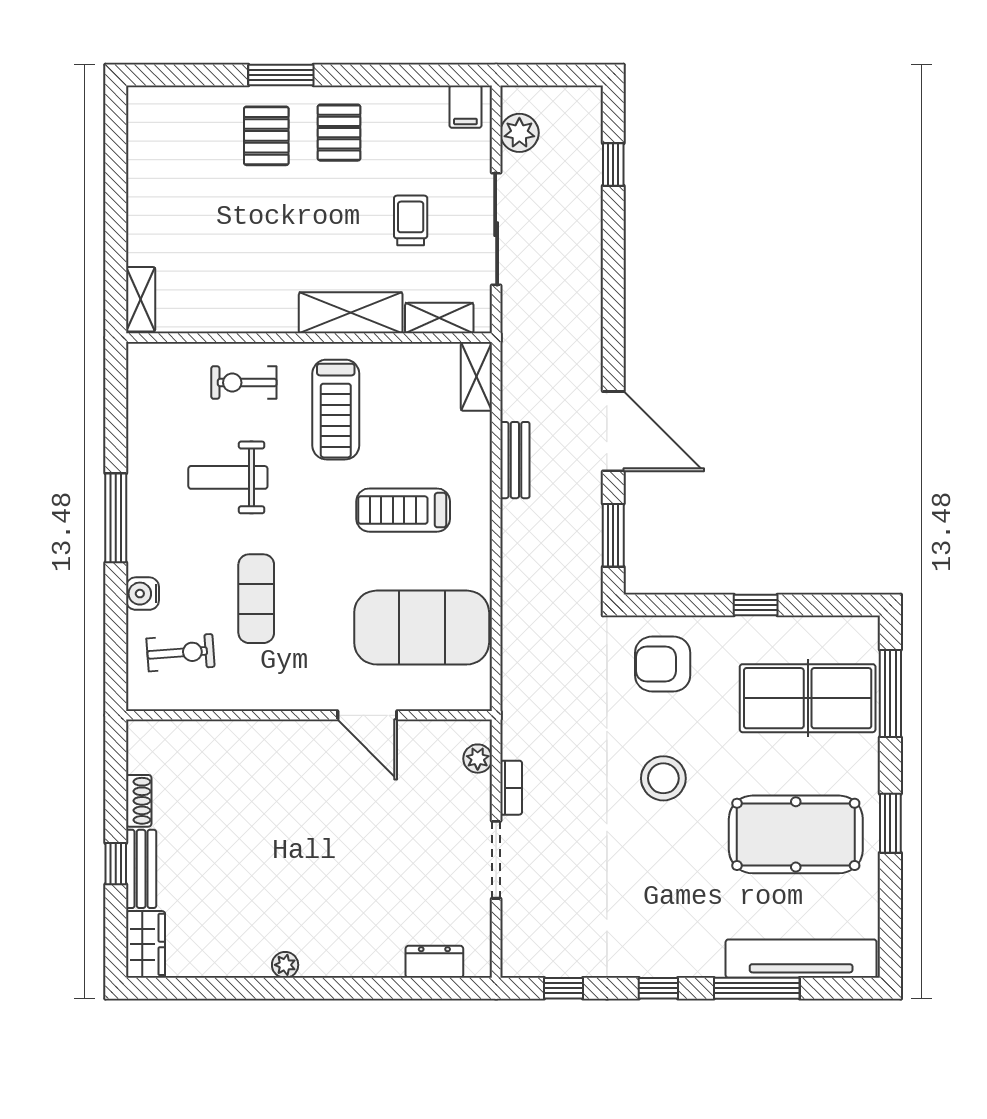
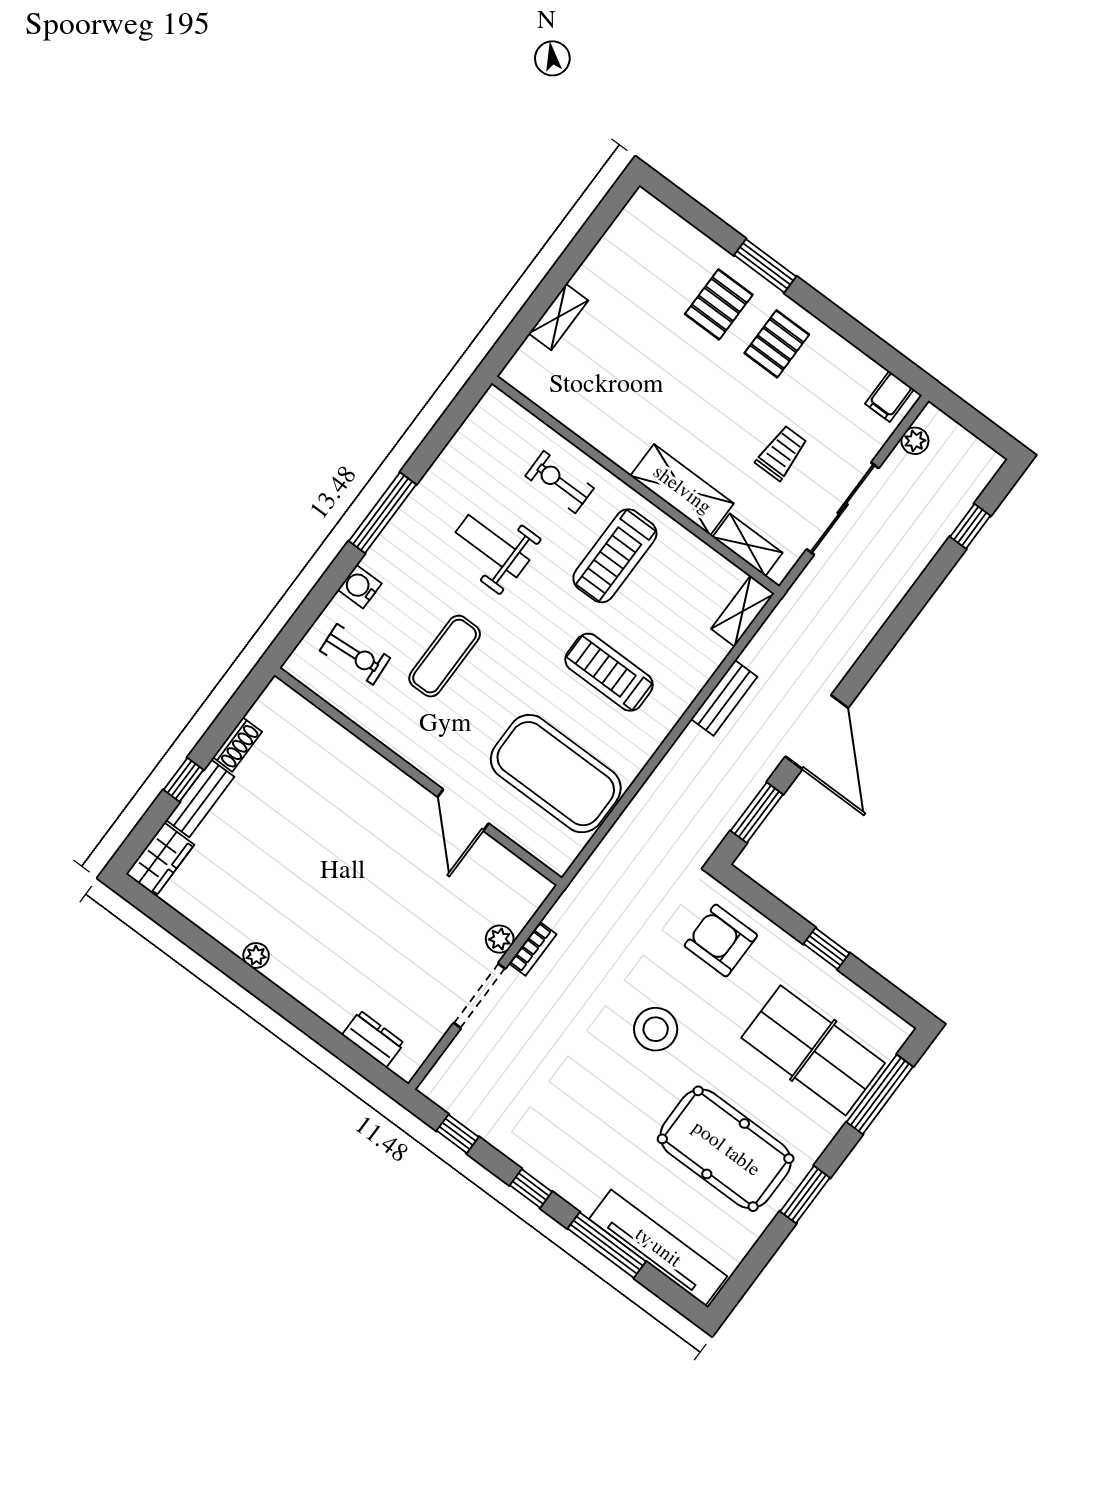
plant: (519, 133) -> (915, 441), width x0.73, depth x0.73
shelving: (141, 299) -> (558, 317), moved
plant: (478, 759) -> (500, 939), moved

